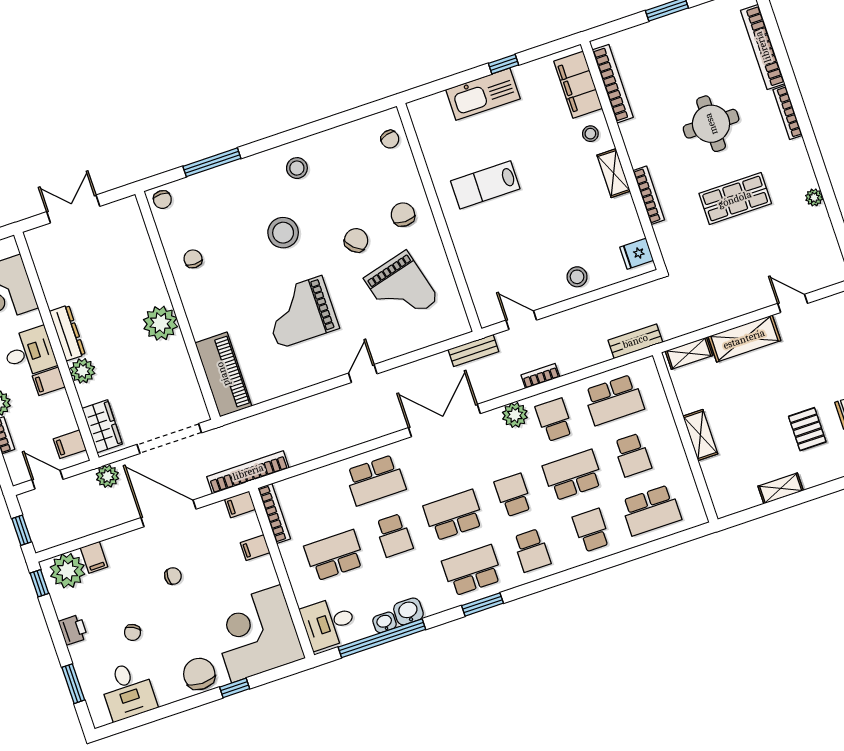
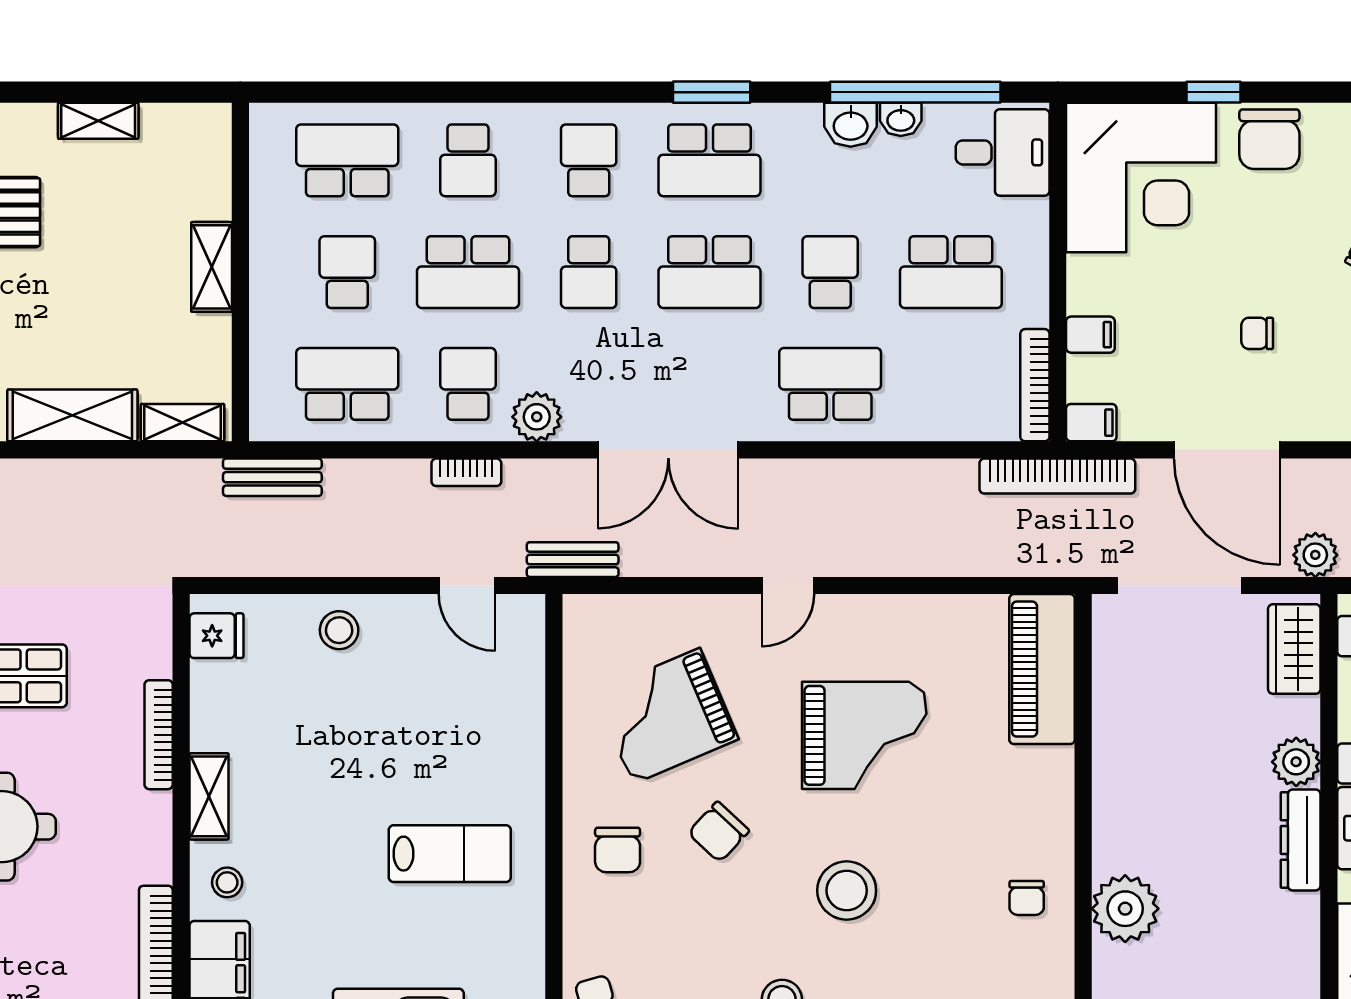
grand piano: (401, 289) -> (666, 716), turned -98
plant: (160, 323) -> (1125, 909), moved
school desk: (554, 420) -> (468, 384), turned 180

